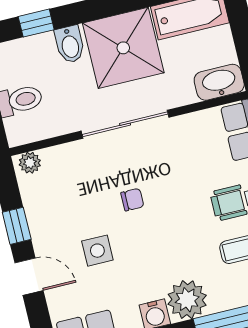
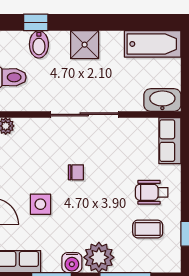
bidet: (70, 44) -> (39, 44), moved
shower: (123, 48) -> (85, 45), width x0.54, depth x0.54

